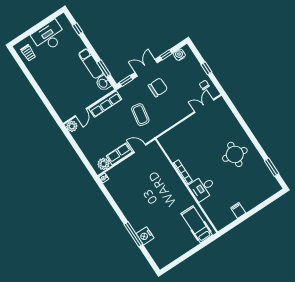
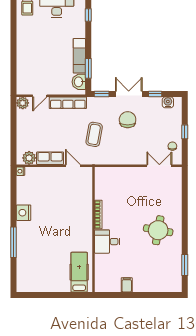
chair: (158, 87) -> (128, 120), turned -90
nightstand: (145, 236) -> (24, 213), moved

